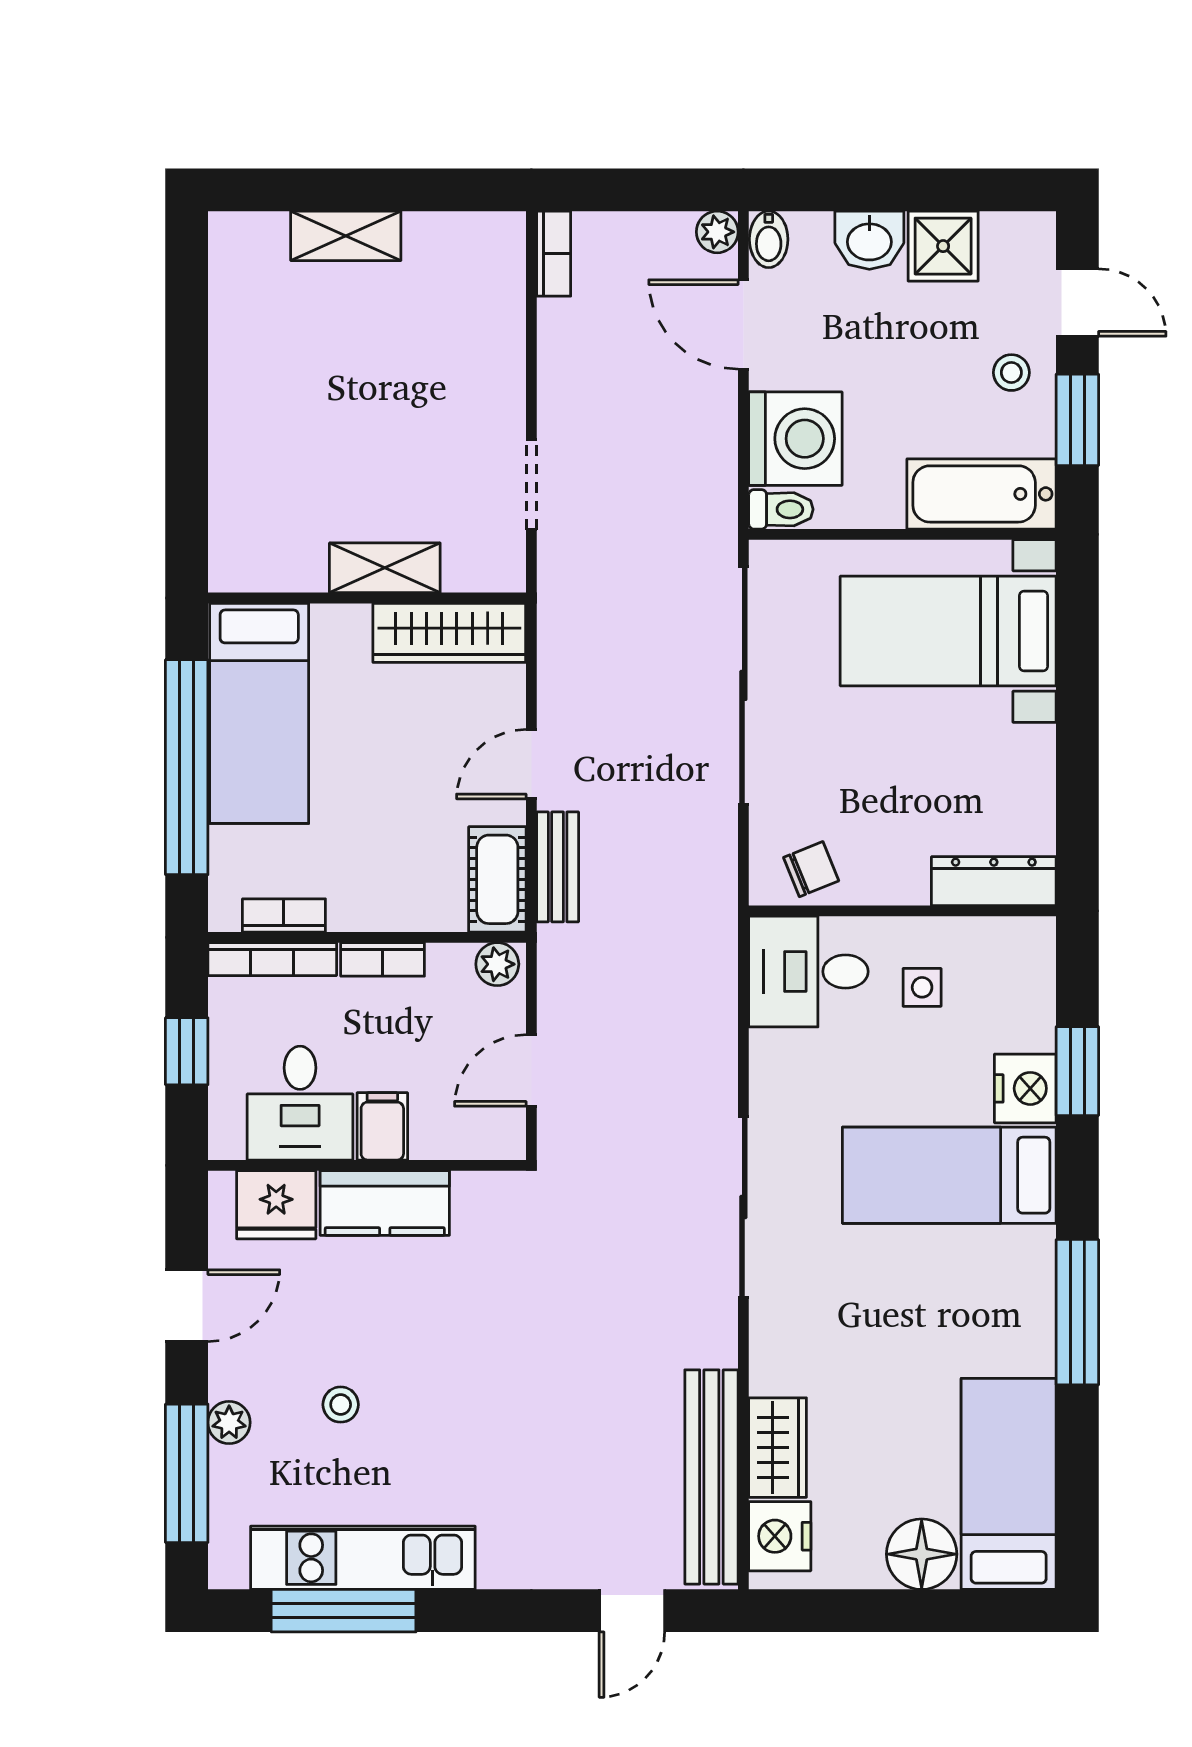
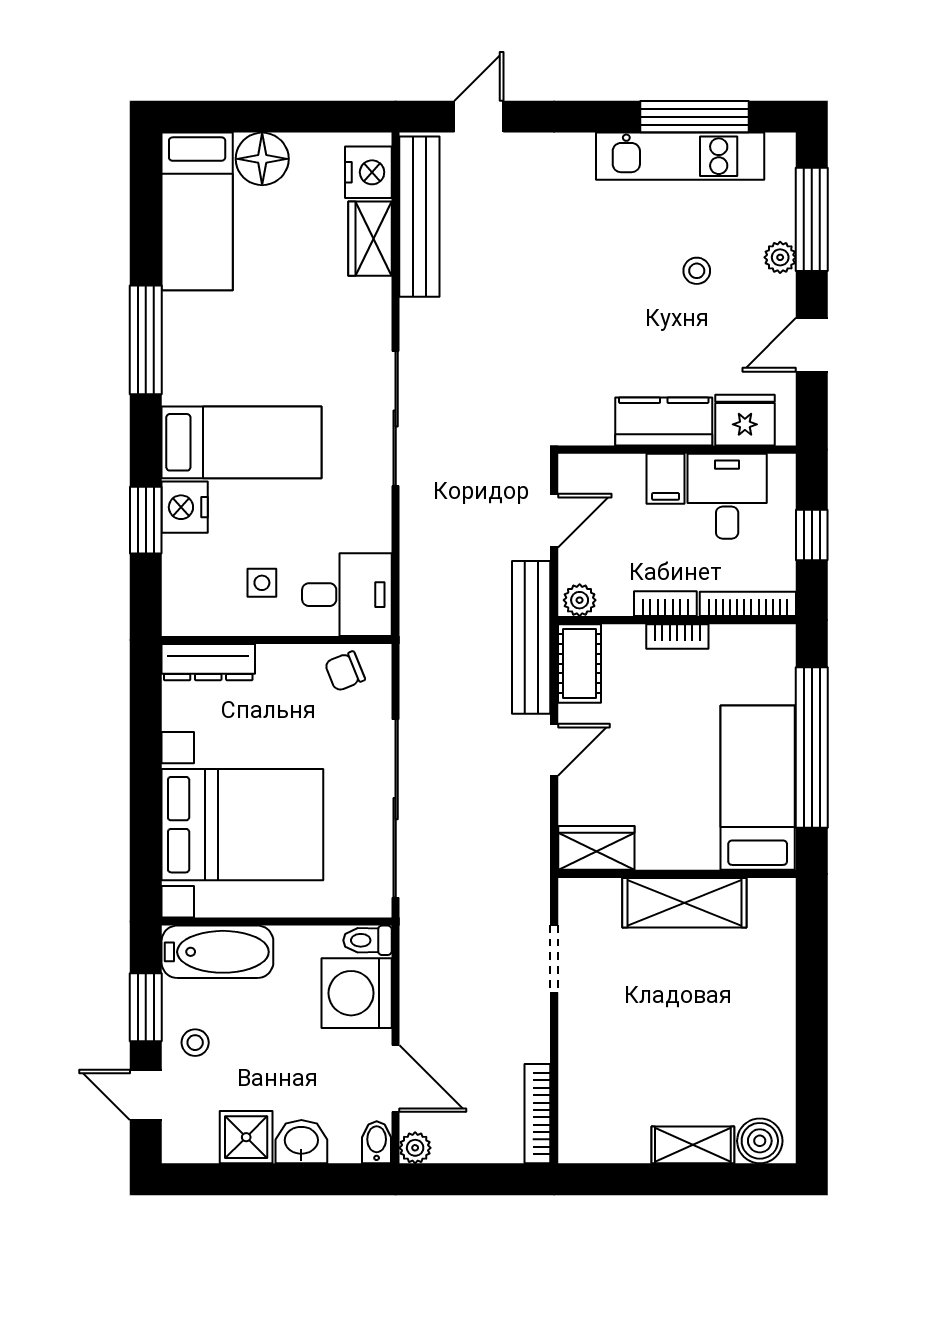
boiler: (256, 241) -> (760, 1141), added
bookcase: (554, 254) -> (537, 1114), width x1.56
shelving: (385, 568) -> (684, 903), width x1.50, depth x1.33
bed with nightstands: (948, 631) -> (242, 825), width x1.36
wardrobe: (449, 633) -> (596, 848), width x0.67
bench: (558, 867) -> (531, 637), width x1.86, depth x1.21
bookcase: (284, 915) -> (677, 637), moved

